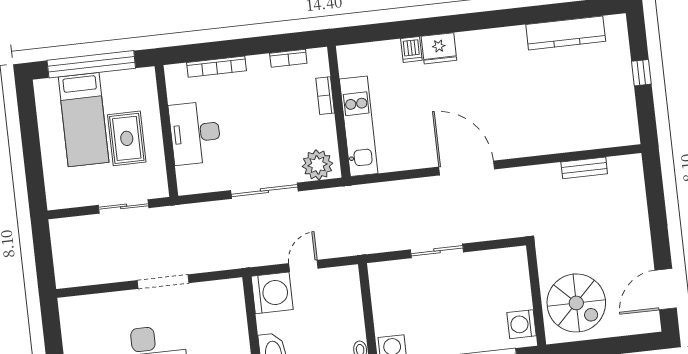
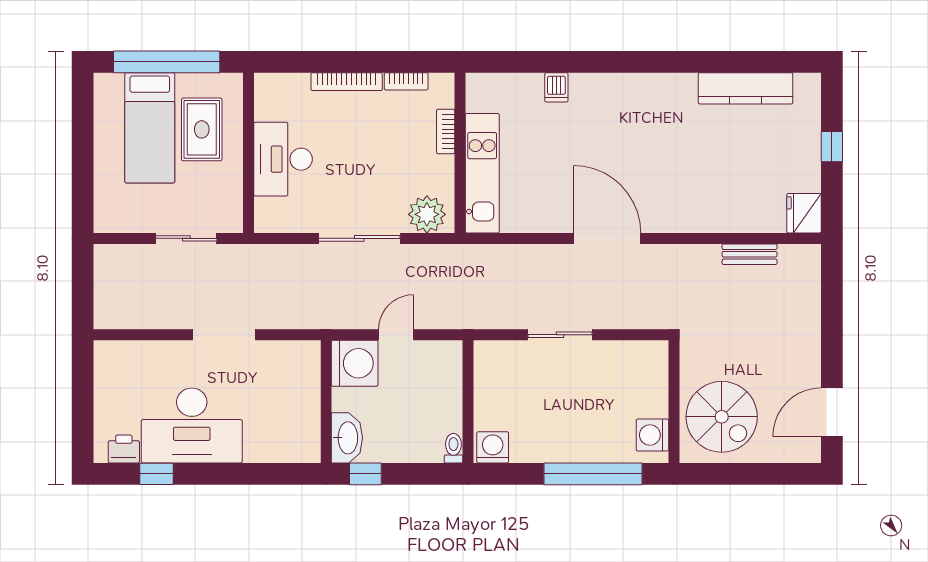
fridge: (439, 48) -> (804, 213), moved, turned 90
bookcase: (217, 67) -> (347, 82), moved
rug: (127, 138) -> (202, 129), moved

